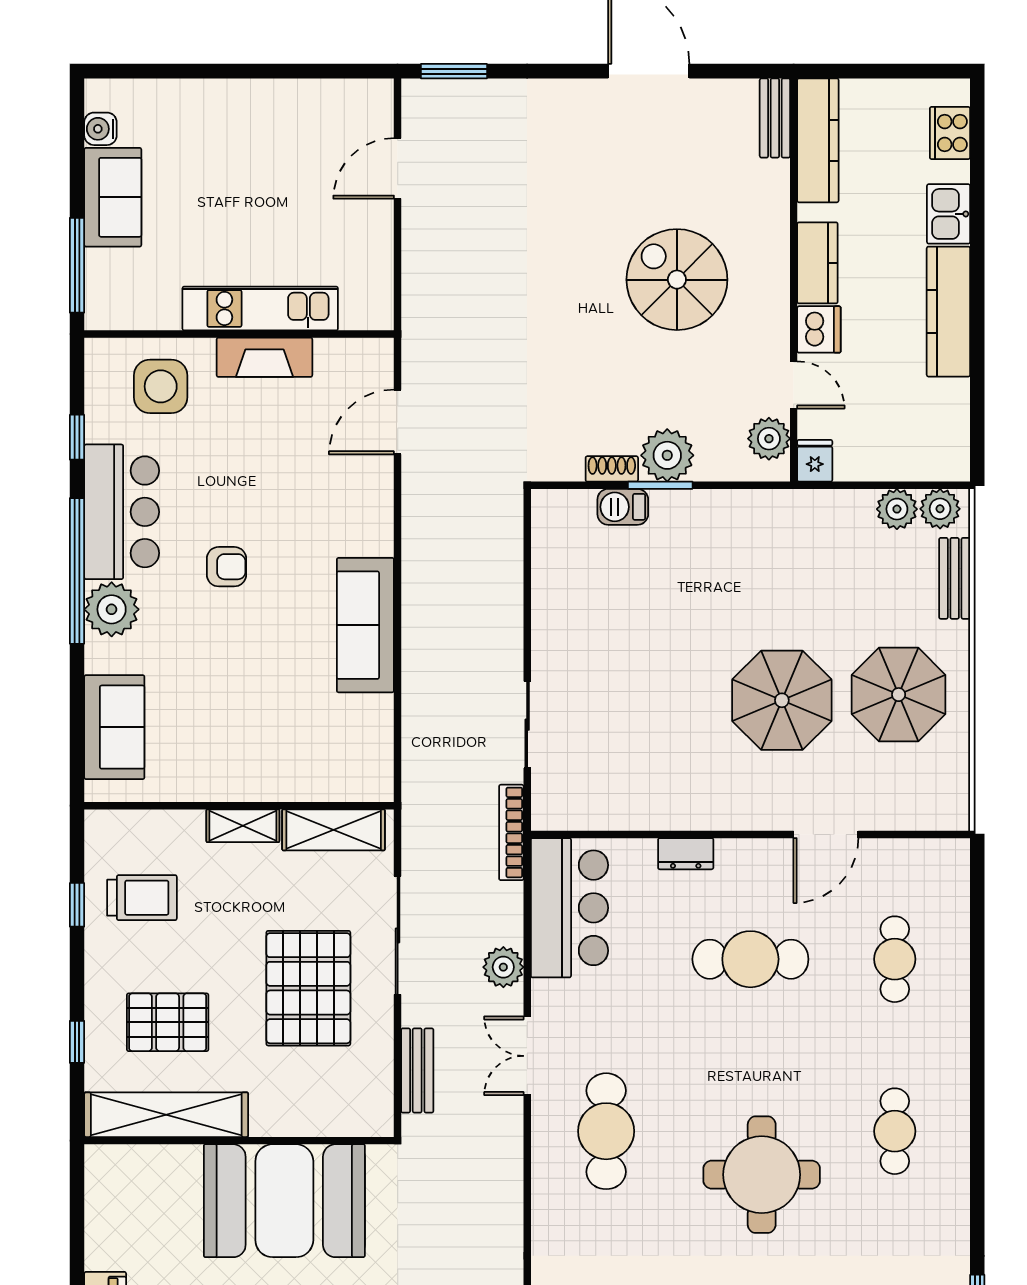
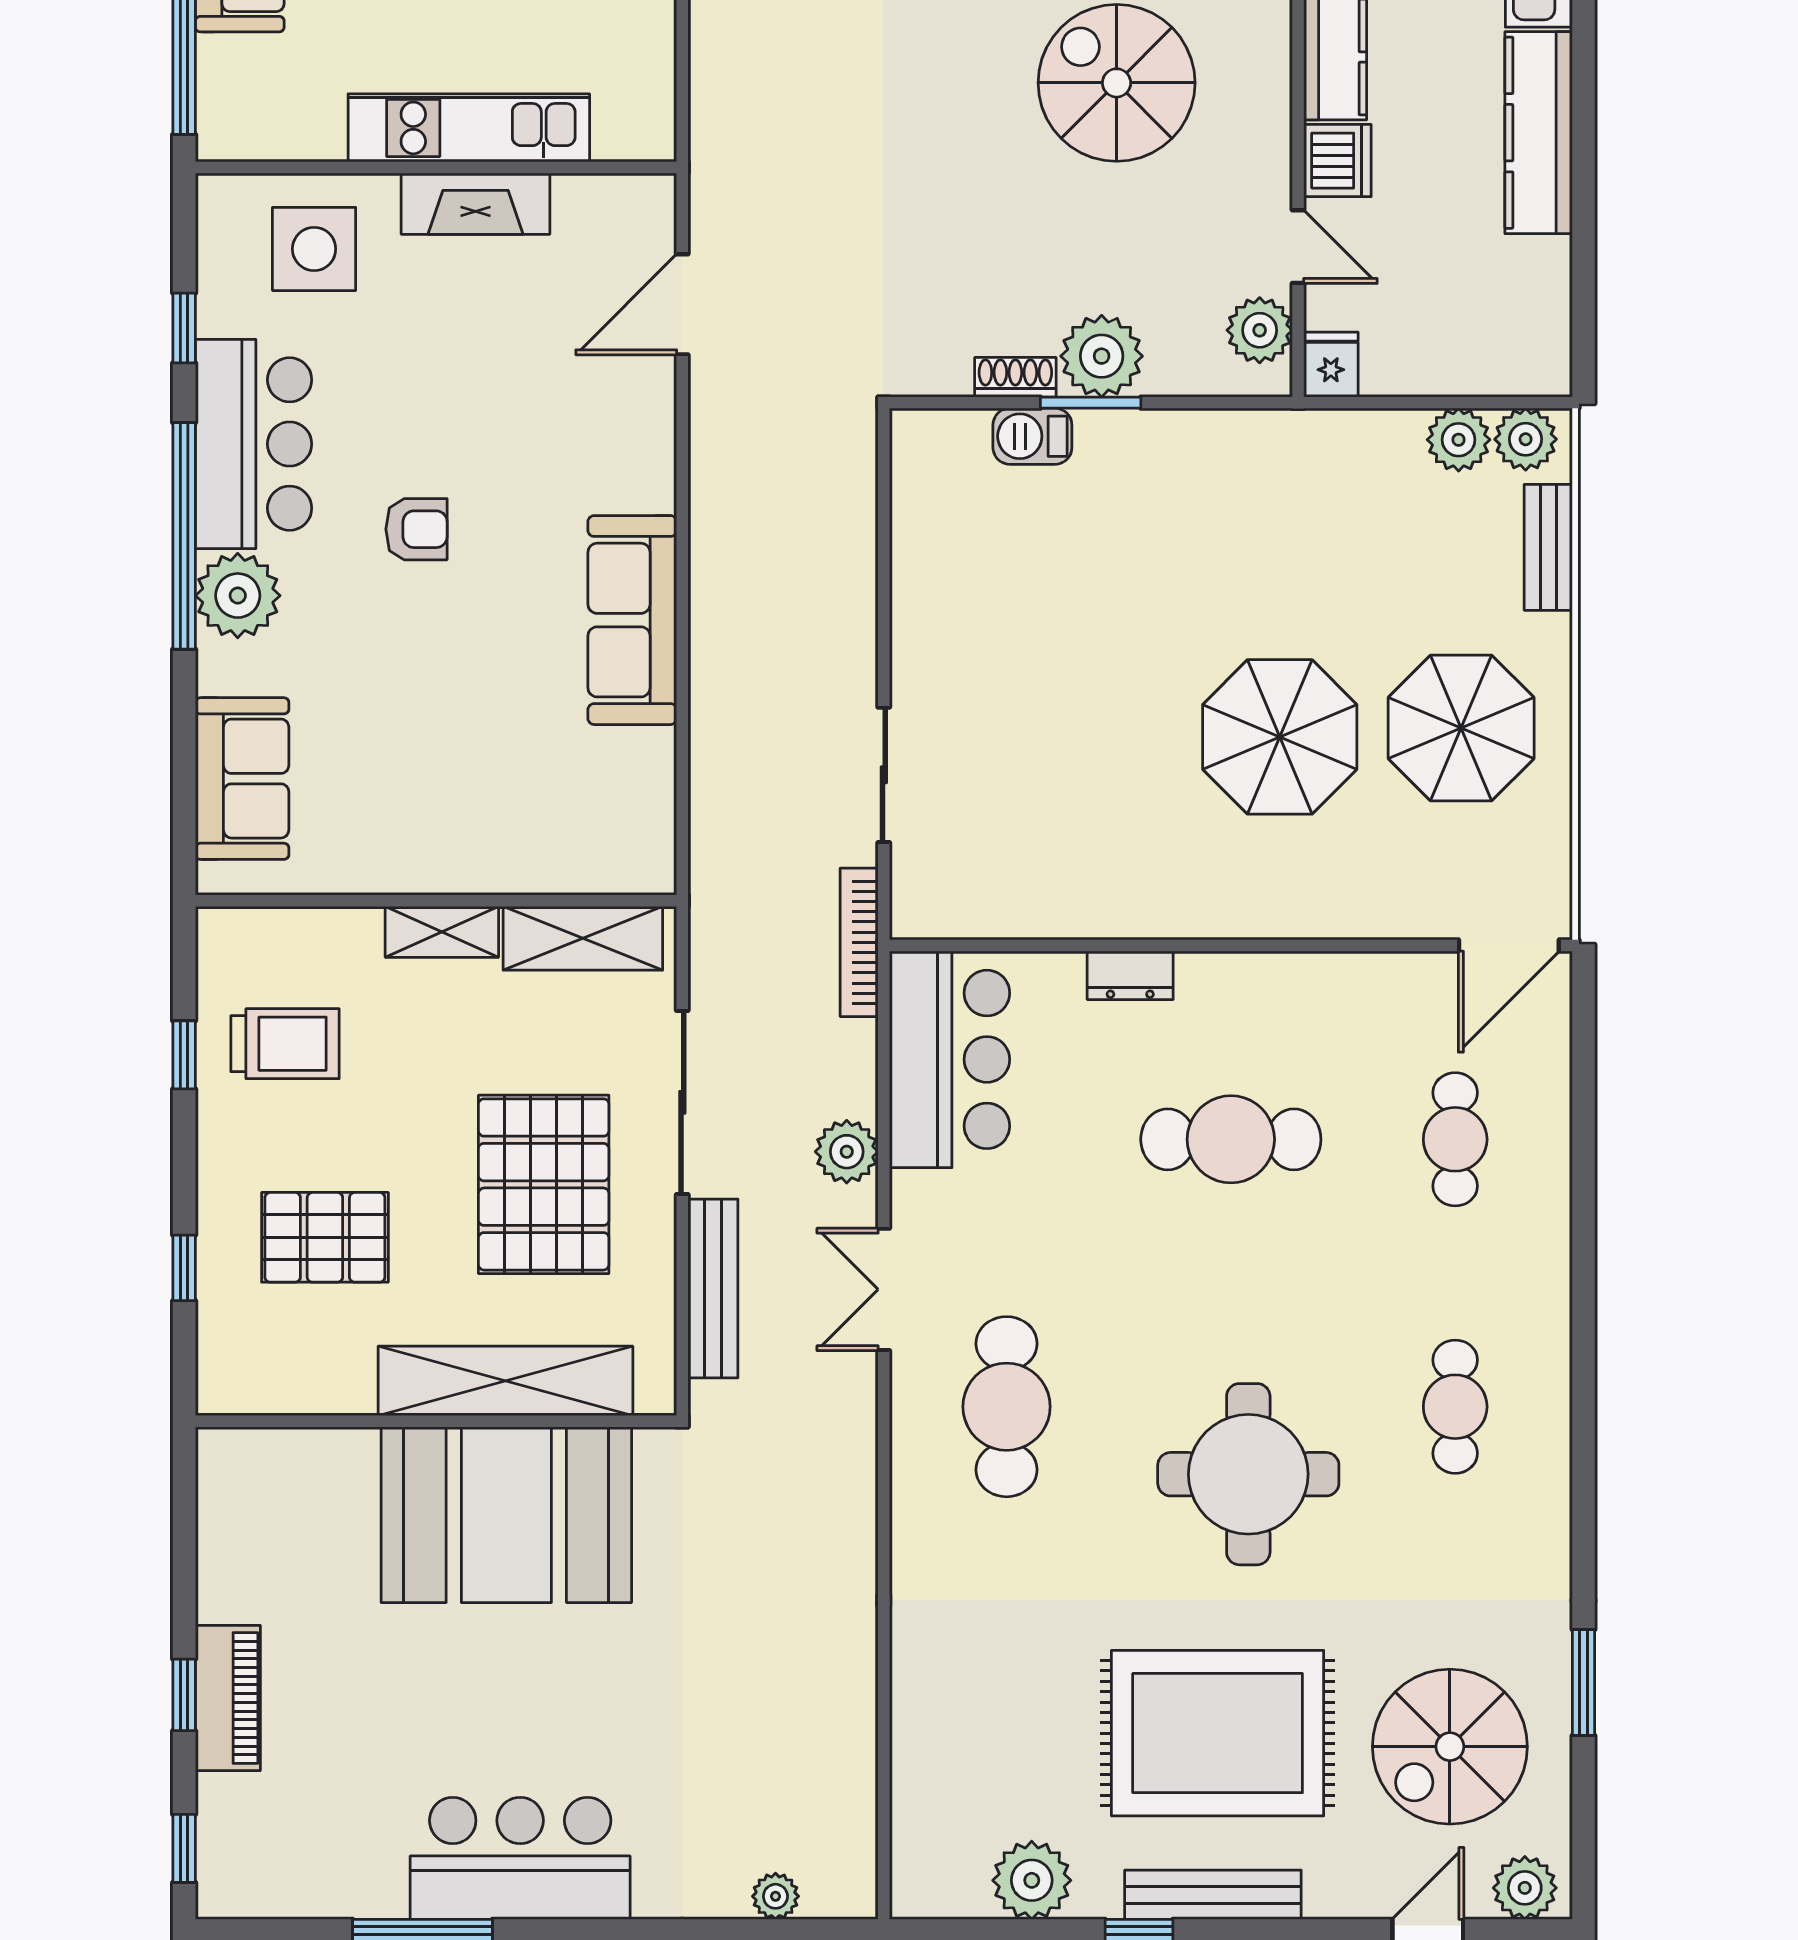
door: (826, 835) -> (1509, 946), moved
bench: (417, 1070) -> (713, 1288), width x1.36
shelving: (166, 1115) -> (505, 1381), moved

